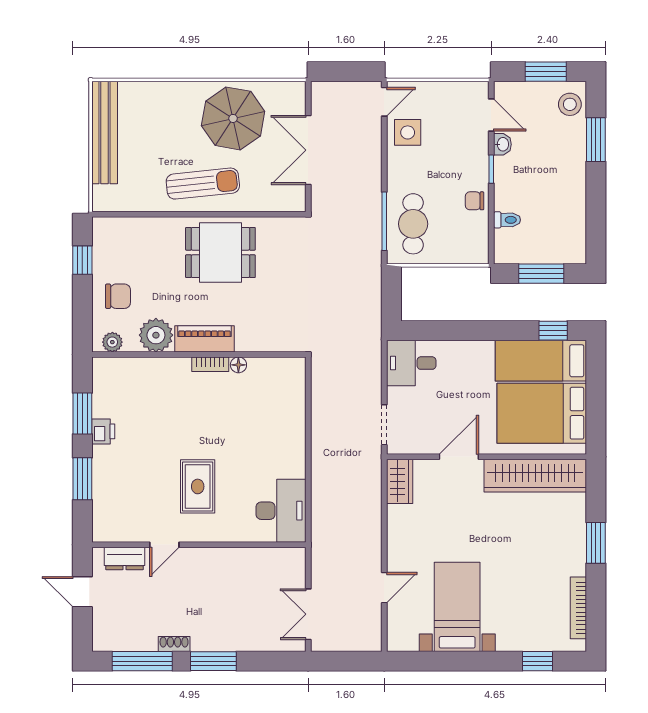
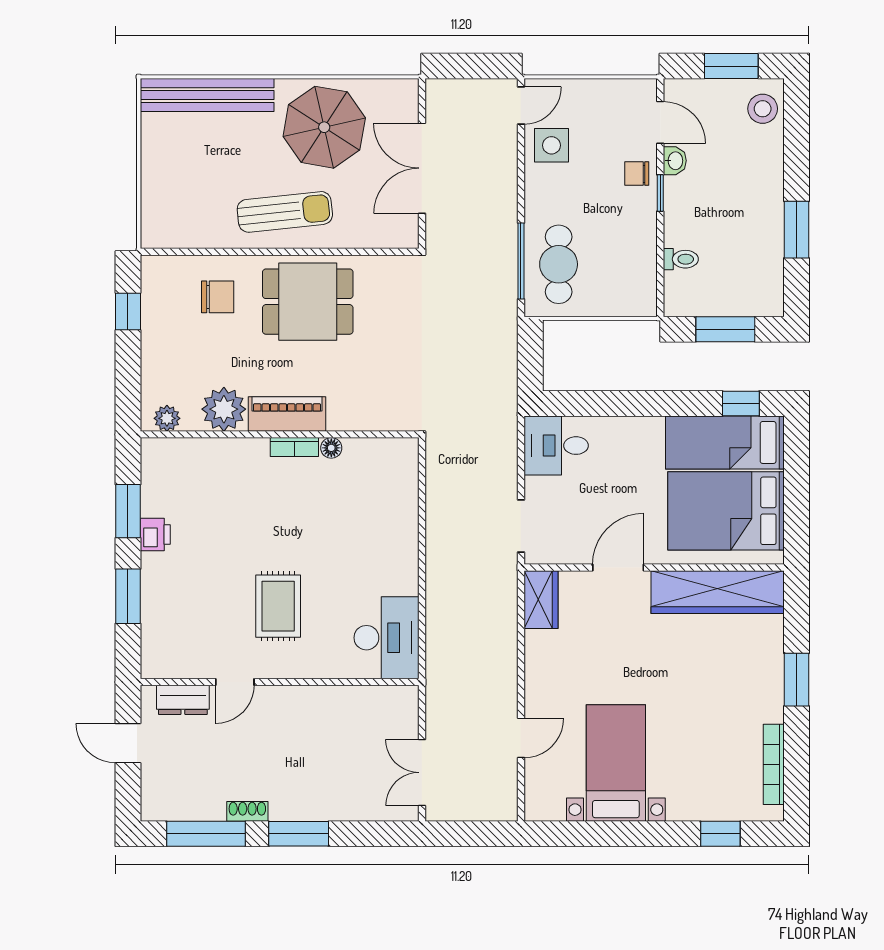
bench: (105, 132) -> (207, 95), moved, turned 90
window: (596, 140) -> (796, 230), moved
chair: (475, 201) -> (637, 174), moved
chair: (118, 296) -> (218, 297), moved

